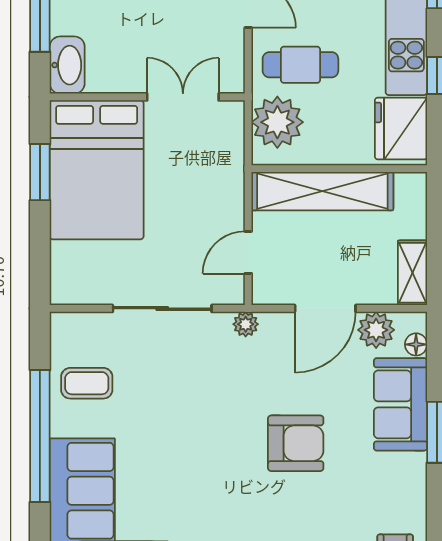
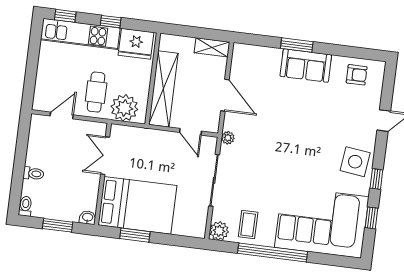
washbasin: (67, 65) -> (88, 218), width x0.52, depth x0.69
plant: (376, 330) -> (219, 231), moved
floor lamp: (416, 344) -> (250, 50), removed
sofa: (400, 404) -> (306, 66), moved
armchair: (296, 443) -> (293, 119), removed

